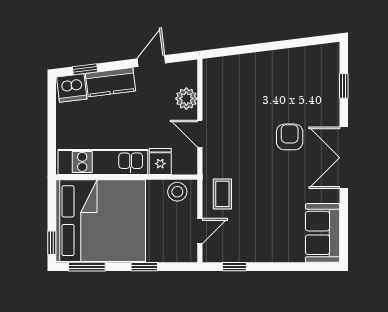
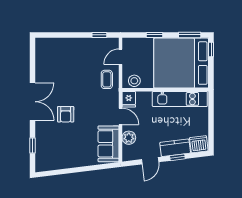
window: (85, 69) -> (177, 157), moved
fridge: (160, 162) -> (129, 99), moved
sofa: (323, 233) -> (109, 144), moved, turned 180

